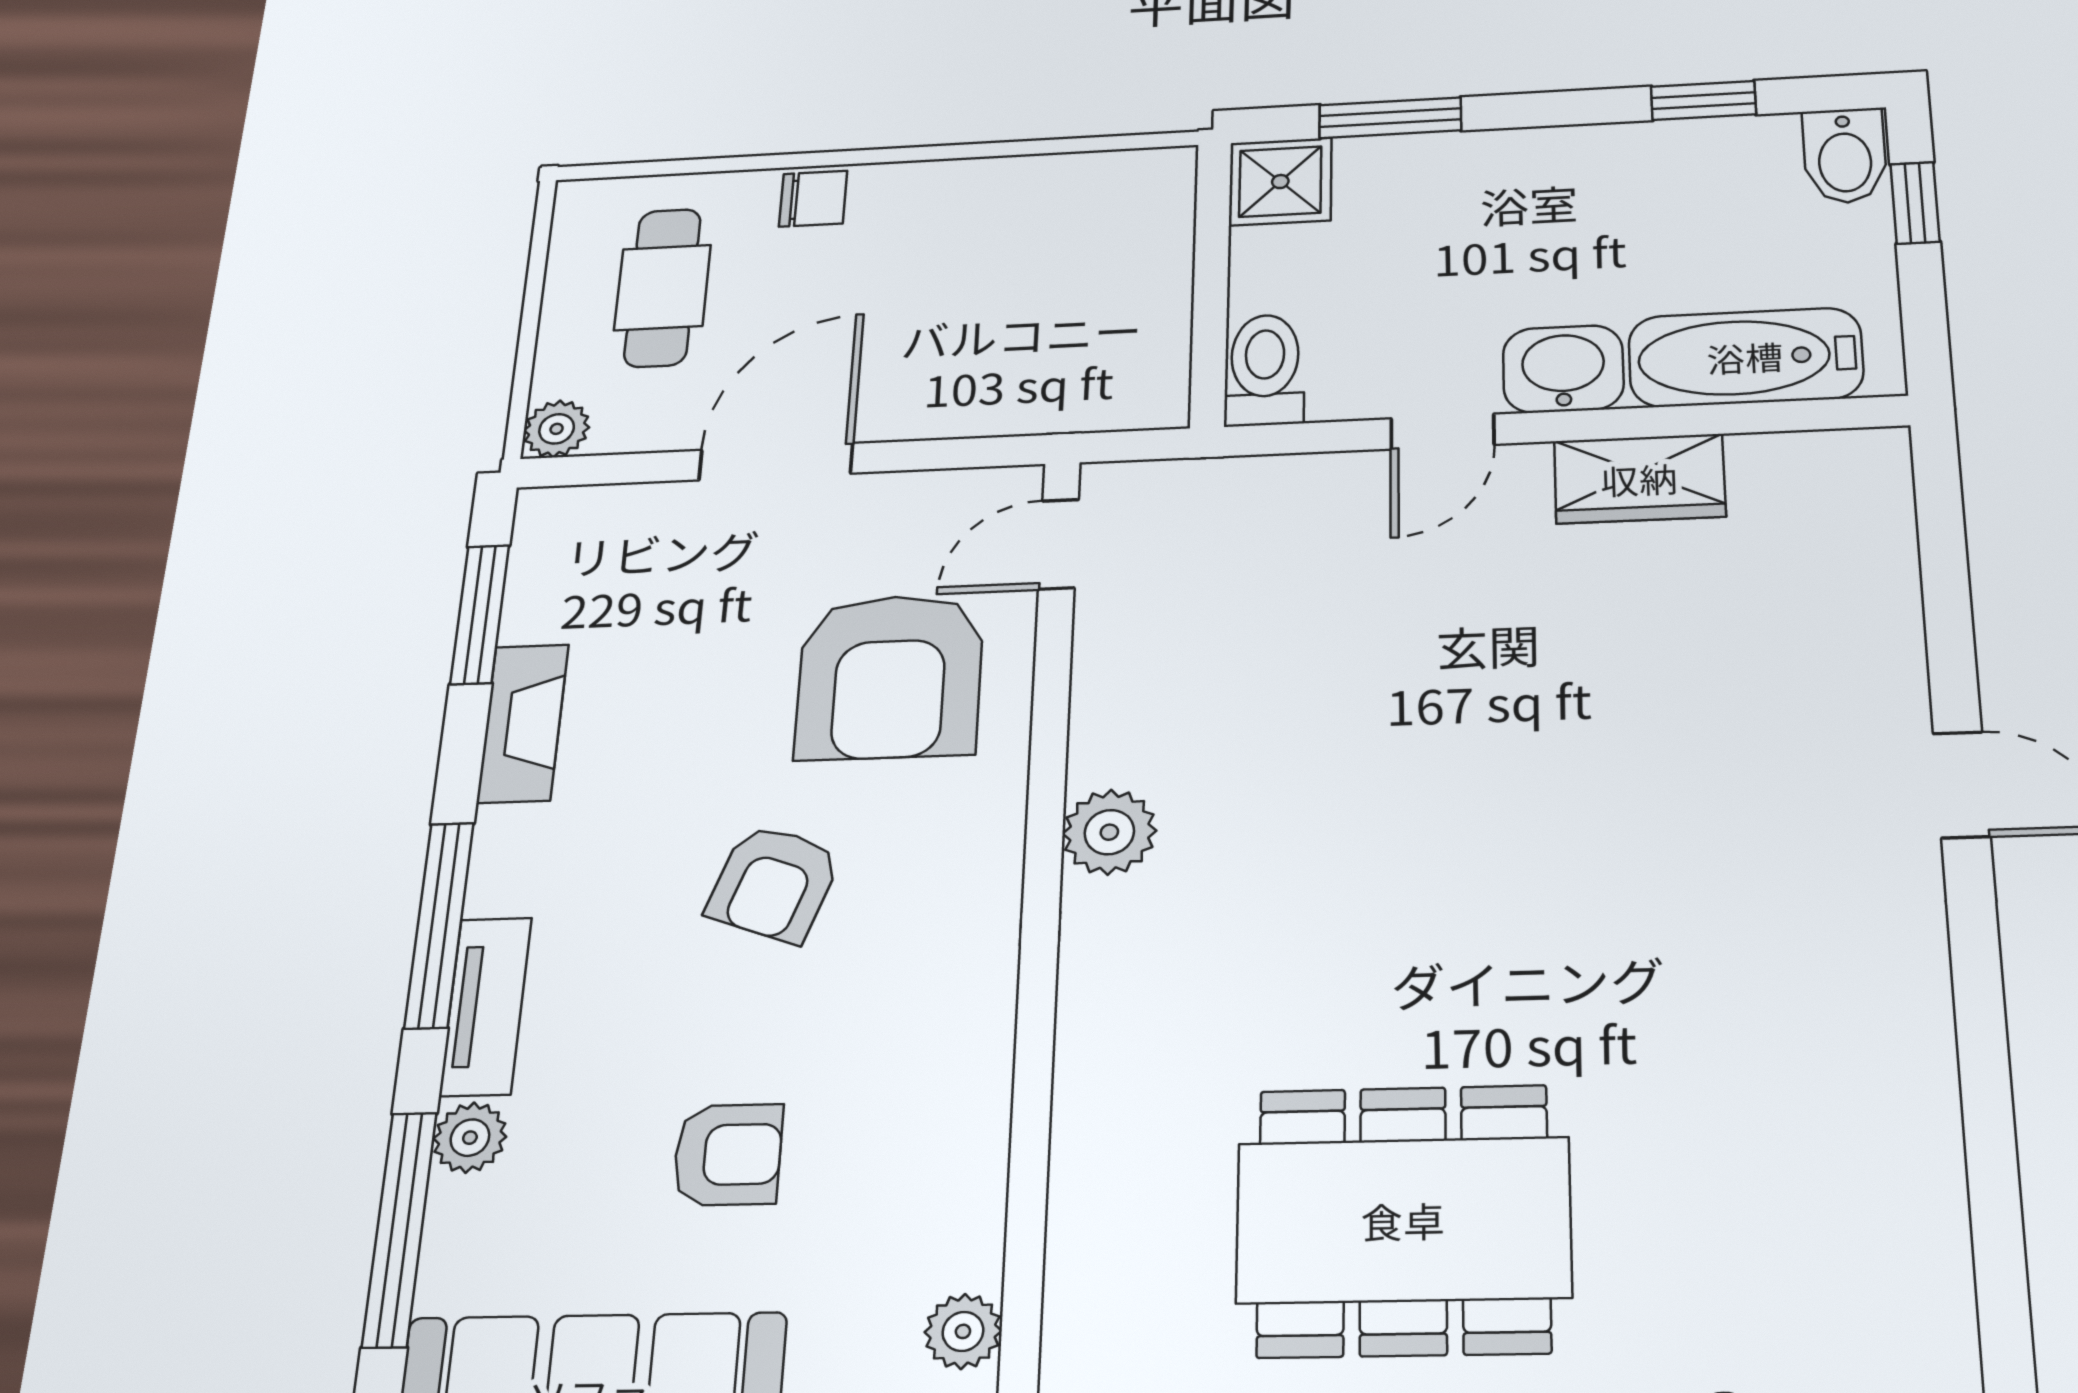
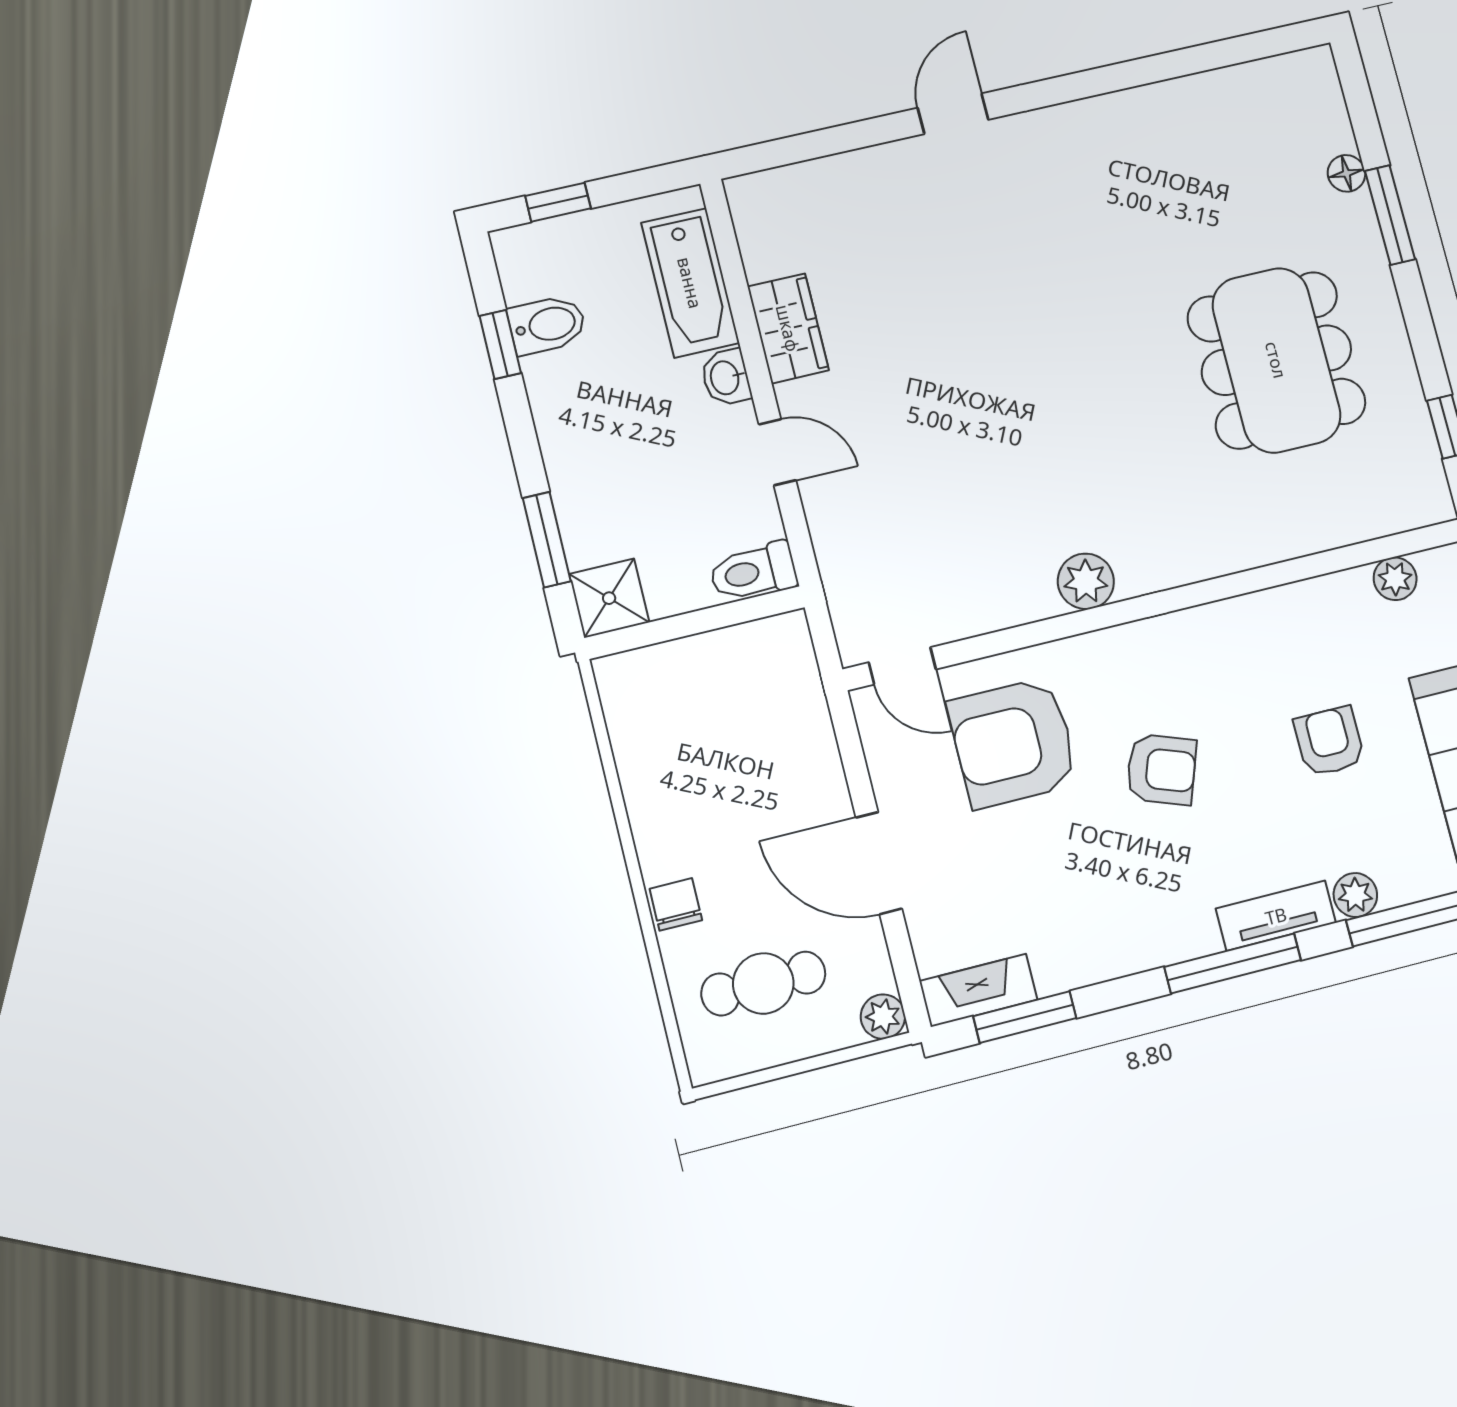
bidet: (1845, 156) -> (547, 325), moved
washbasin: (1563, 369) -> (726, 378), width x0.72, depth x0.69
armchair: (890, 677) -> (1013, 743), turned 180
fireplace: (523, 723) -> (978, 990), moved

